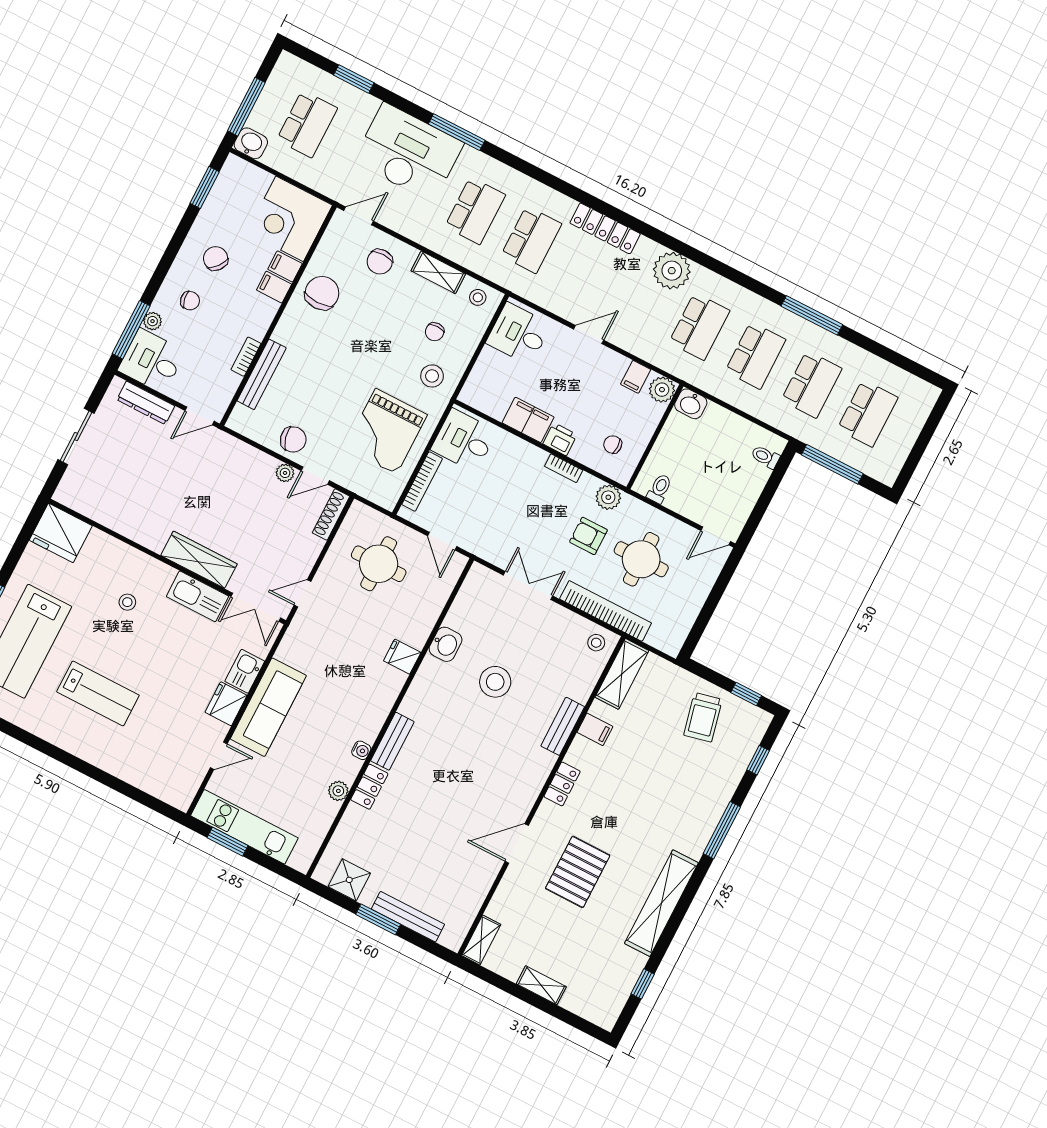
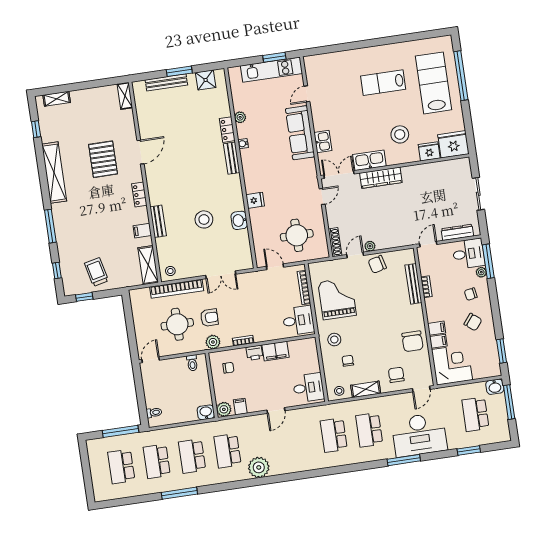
locker: (605, 228) -> (303, 465), removed
stool: (127, 602) -> (400, 134), width x1.89, depth x1.89
fridge: (226, 704) -> (429, 151), moved, turned -90
shelving: (541, 985) -> (57, 99), moved

